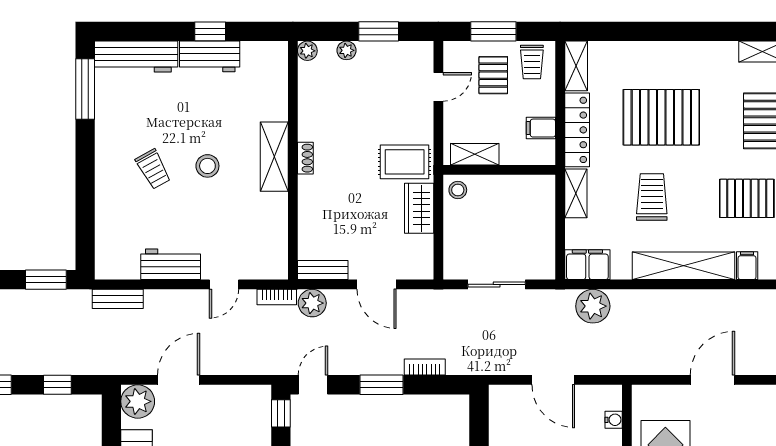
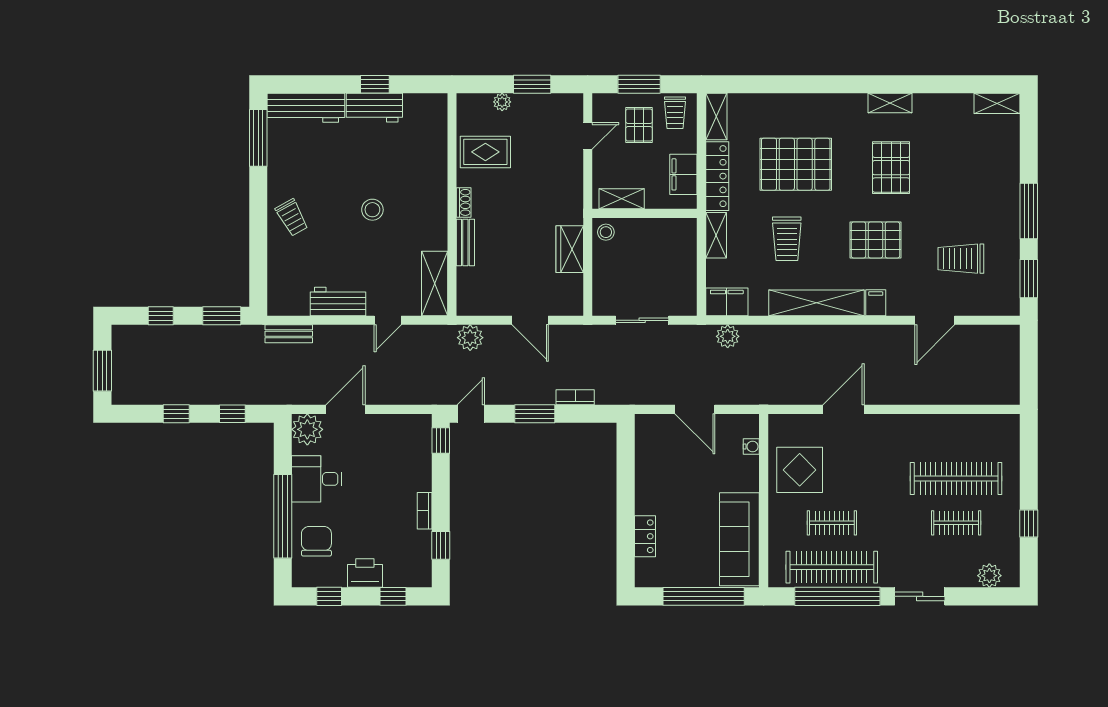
plant: (307, 51) -> (466, 102), removed
filing cabinet: (541, 128) -> (683, 174), width x2.00
shelving: (274, 157) -> (435, 283), moved
rug: (405, 162) -> (485, 152), moved
trolley: (153, 169) -> (292, 218), moved
trolley: (652, 197) -> (787, 239), turned 180
bench: (323, 270) -> (465, 243), moved, turned 90
bookcase: (277, 297) -> (437, 332), removed
plant: (593, 306) -> (728, 336), width x0.73, depth x0.73

